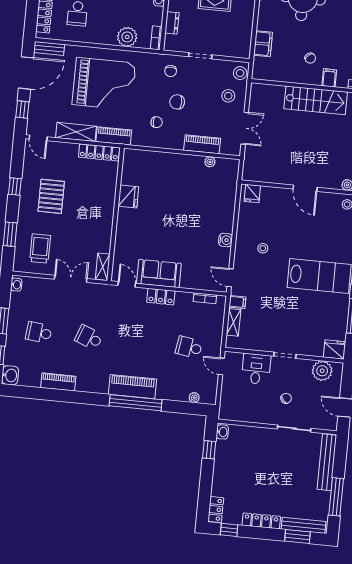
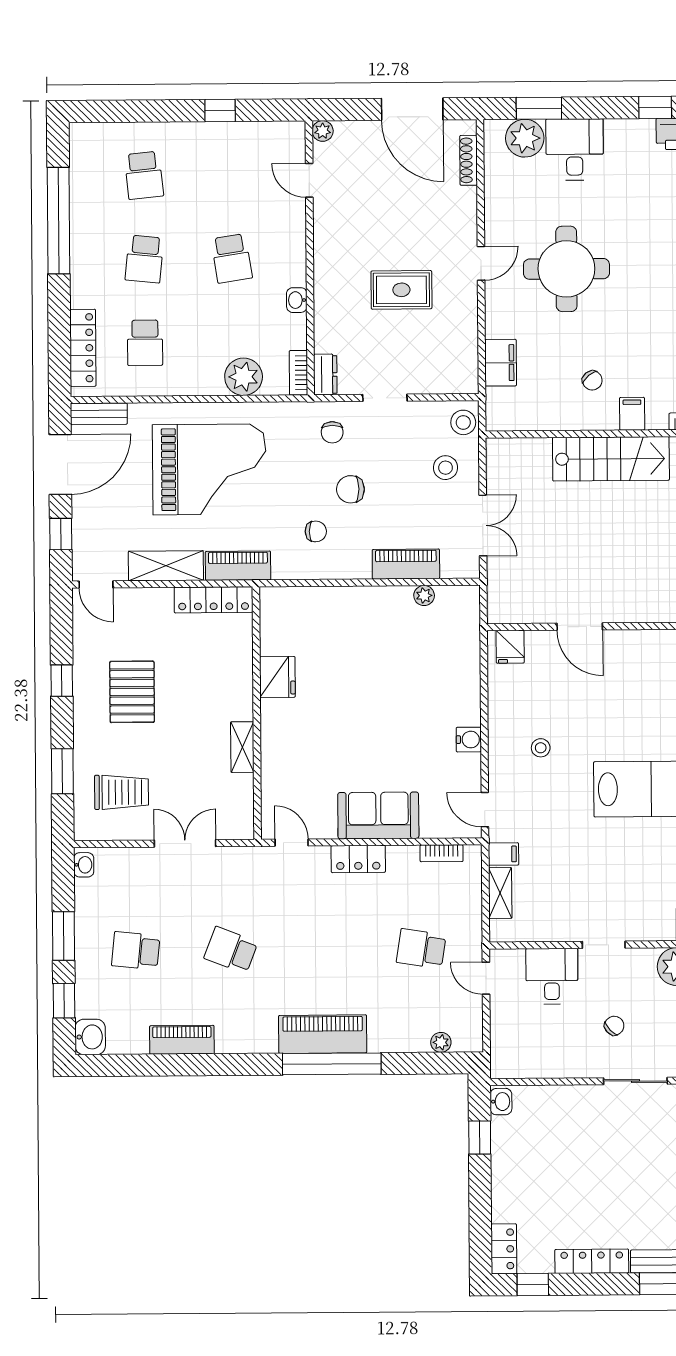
dresser: (172, 23) -> (325, 374), moved
door: (305, 188) -> (580, 627), moved
trolley: (40, 248) -> (122, 792), turned 90
shelving: (103, 267) -> (242, 747), moved
sofa: (159, 273) -> (378, 815), moved

